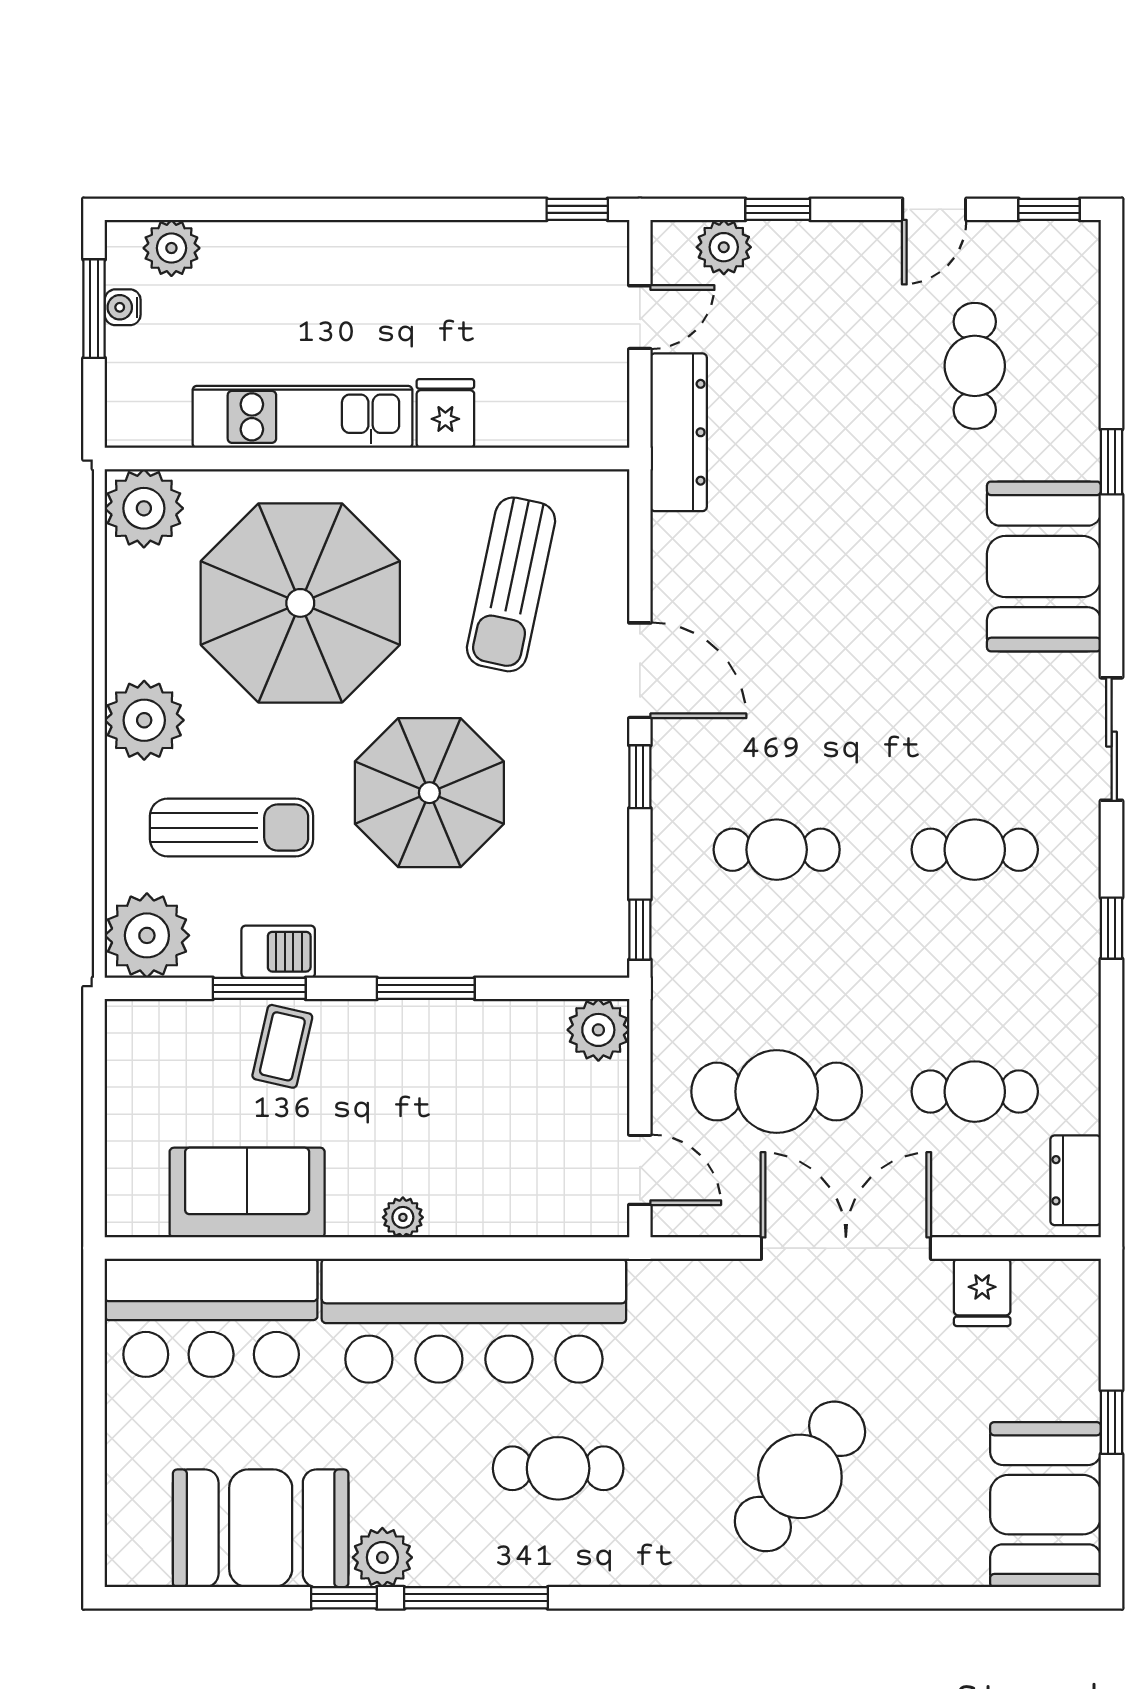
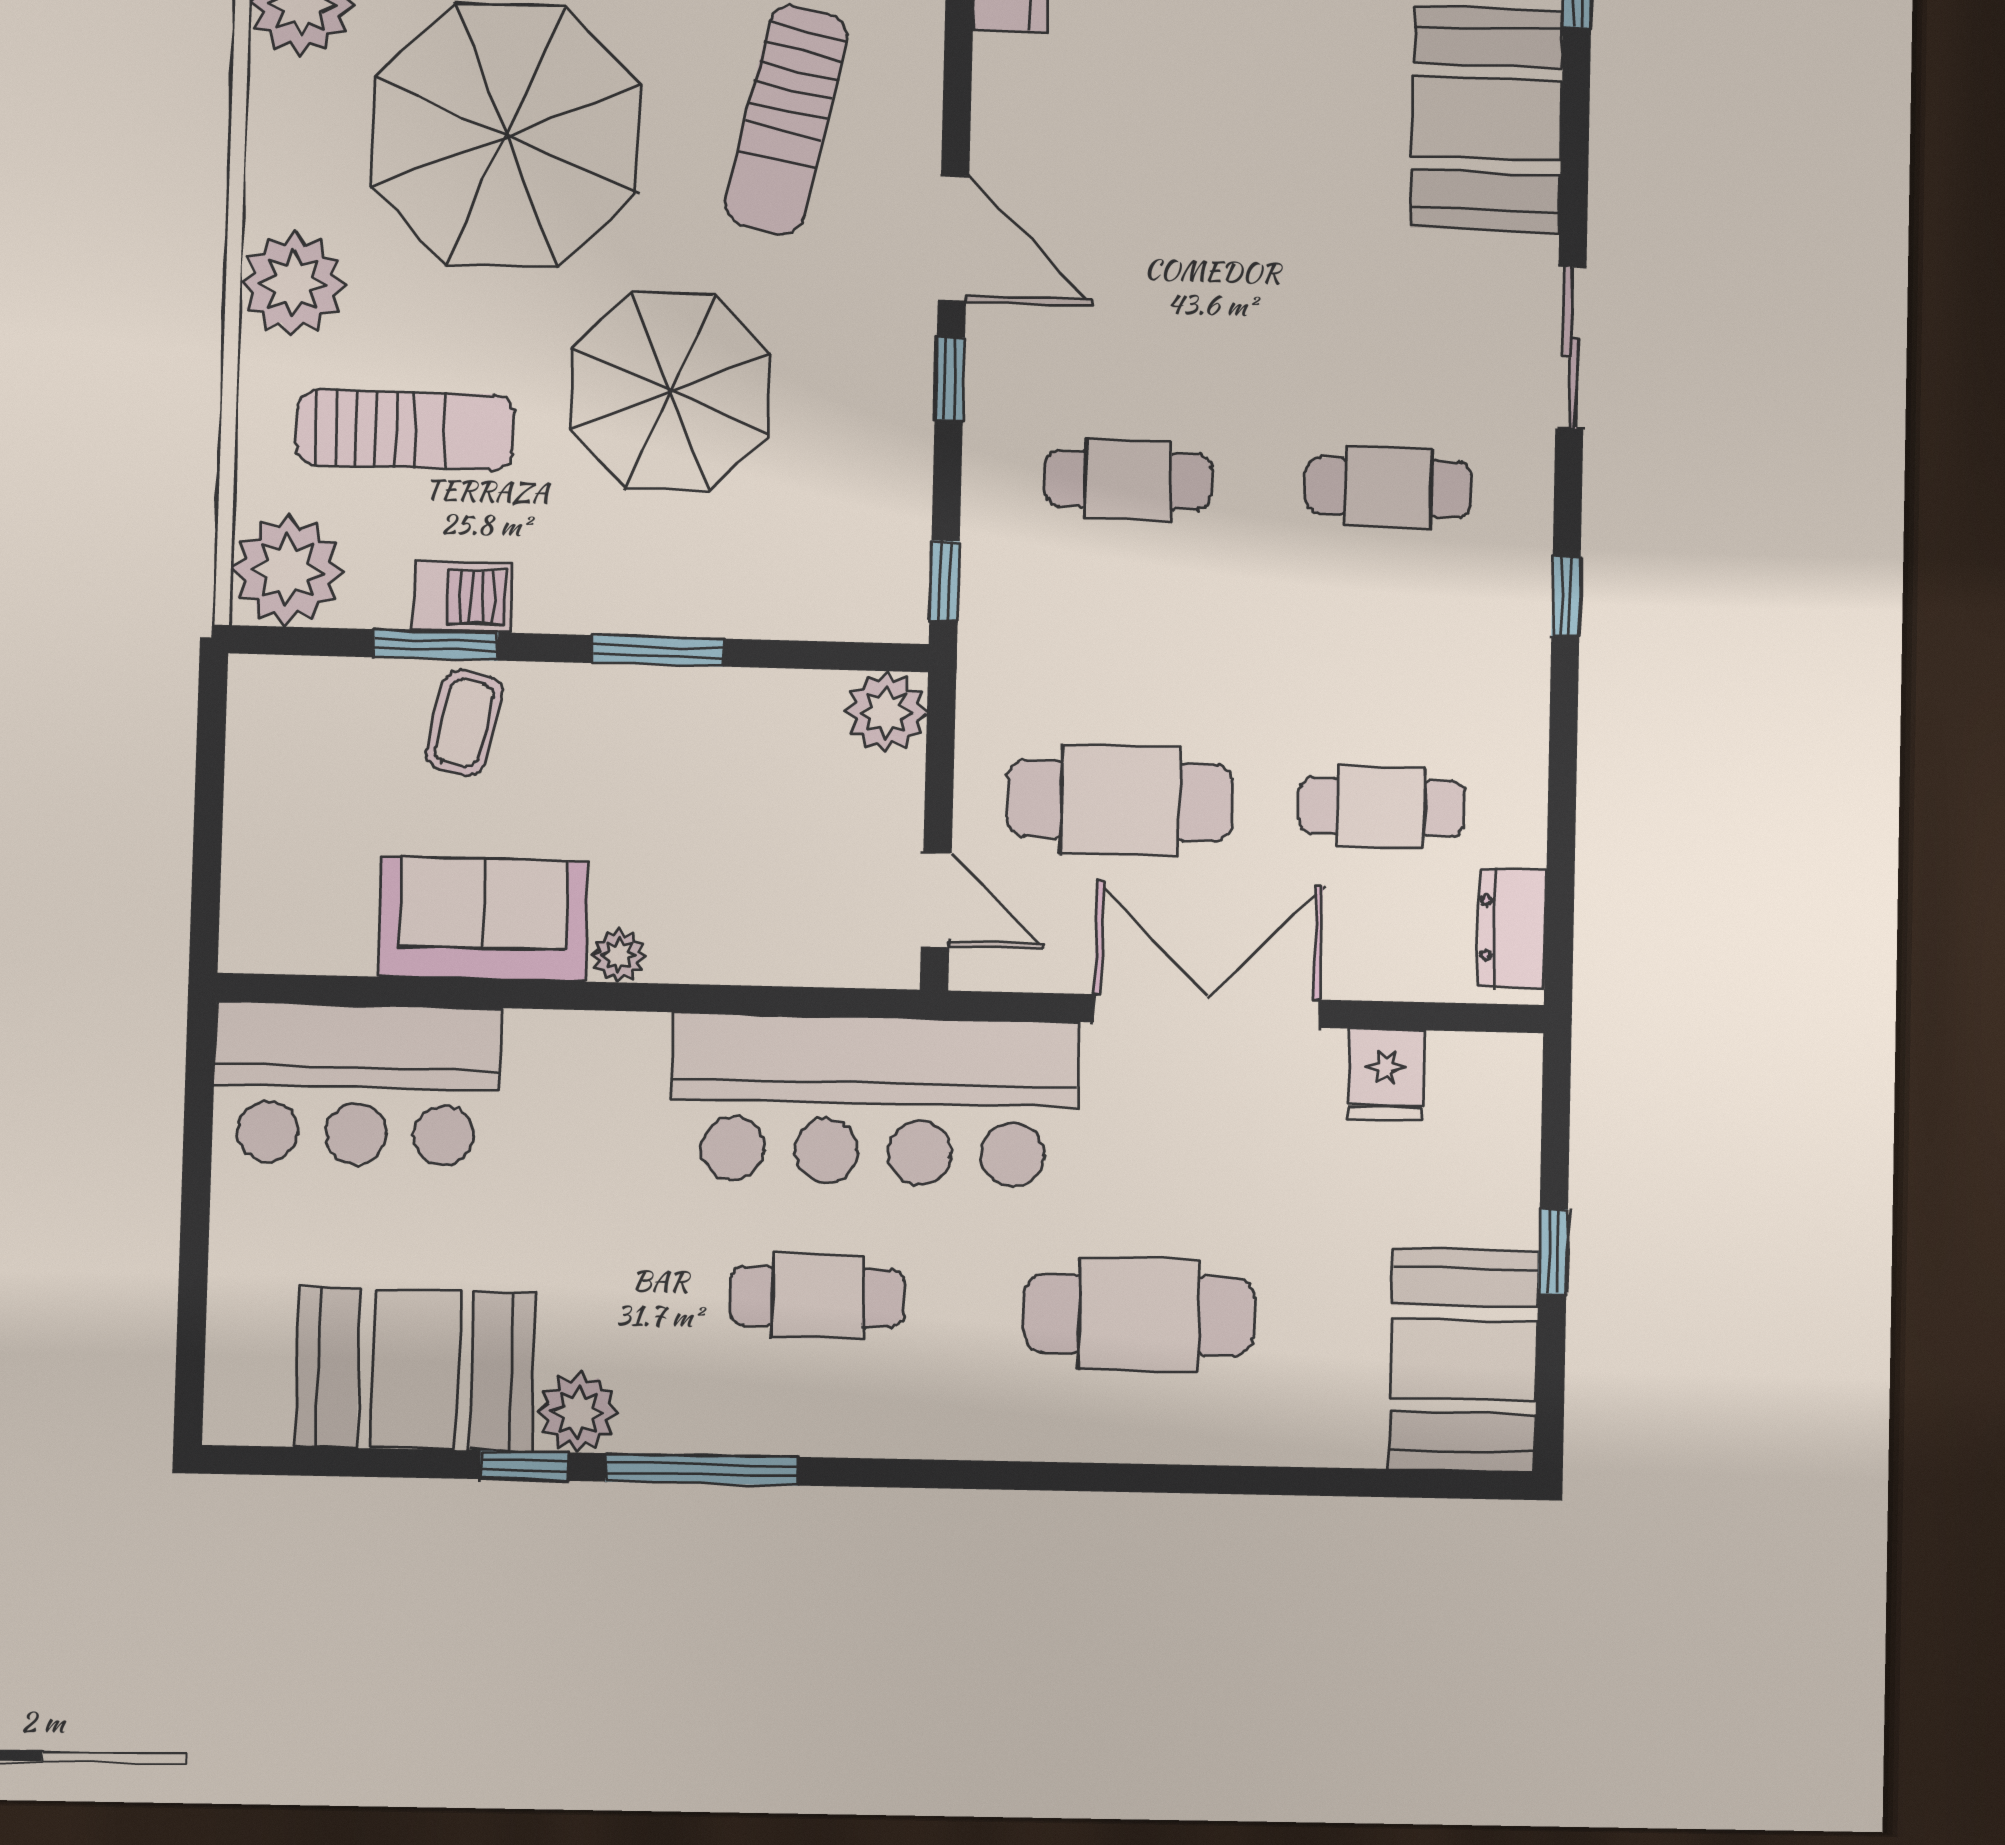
sofa: (247, 1193) -> (483, 919), moved
bar counter: (474, 1321) -> (874, 1100), moved
cafe table: (800, 1476) -> (1139, 1315), turned 52

